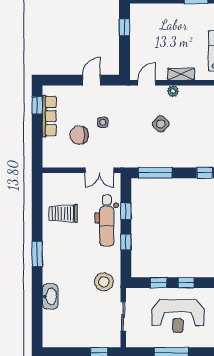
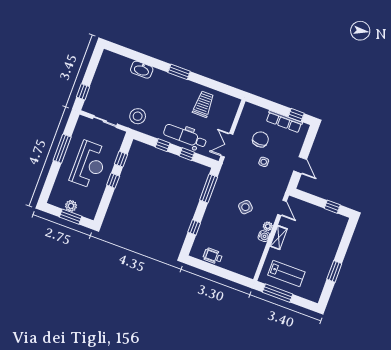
water cooler: (186, 92) -> (264, 236), added
reception desk: (178, 316) -> (89, 165), turned 180

